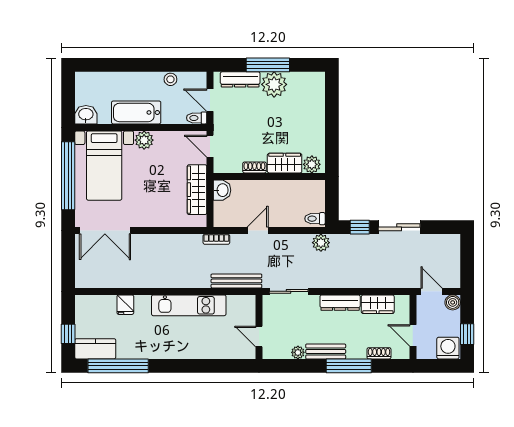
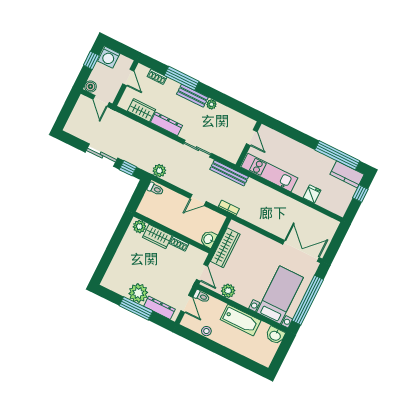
plant: (144, 140) -> (228, 291), moved
wall: (259, 327) -> (249, 144), moved
door: (259, 336) -> (252, 138), moved

